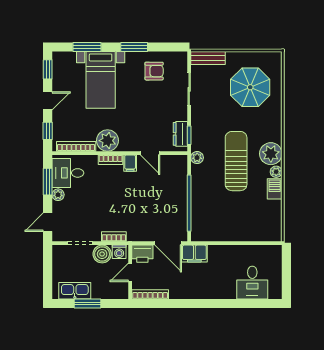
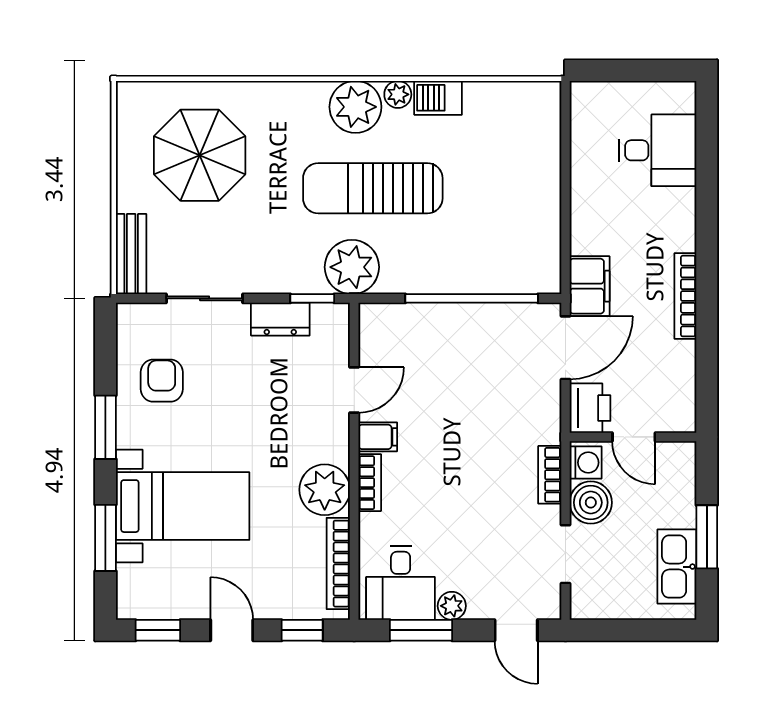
dresser: (180, 134) -> (280, 319), moved
plant: (197, 158) -> (352, 267), width x1.87, depth x1.87
bookcase: (150, 294) -> (685, 296), moved

